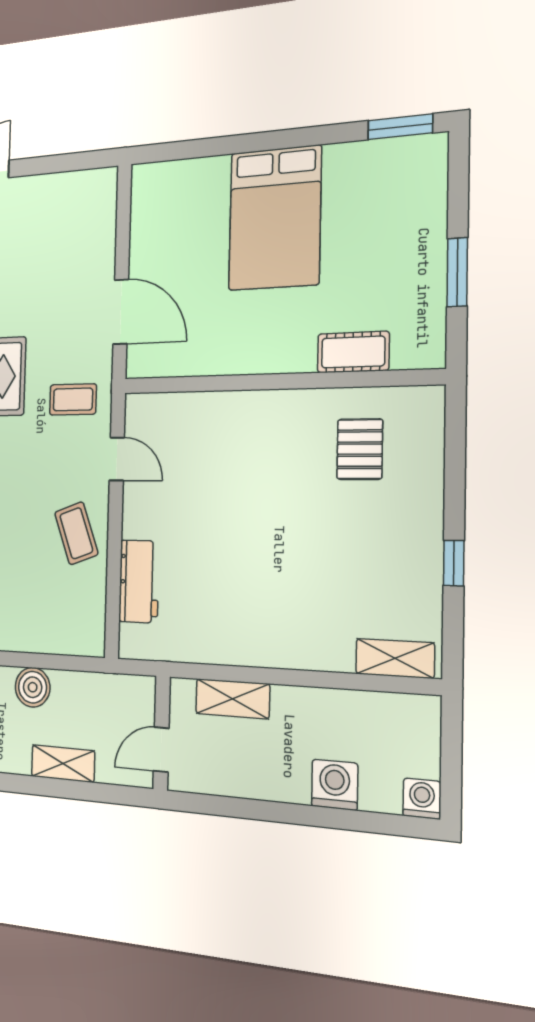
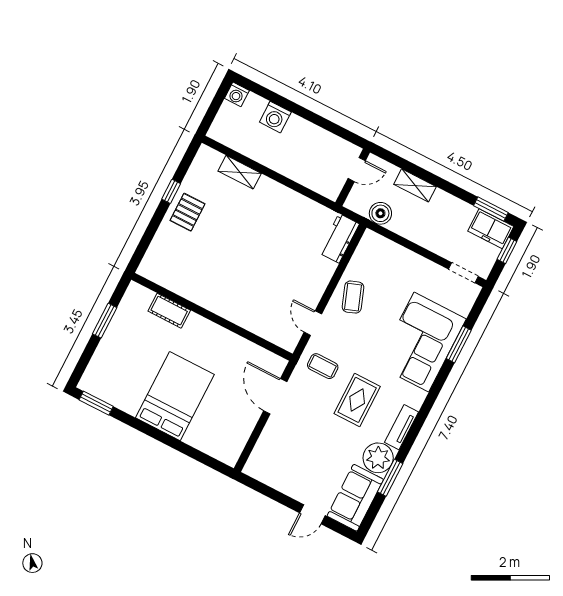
pallet: (360, 449) -> (187, 212), moved
workbench: (139, 581) -> (339, 238), moved
shelving: (395, 658) -> (240, 172), moved
boiler: (33, 687) -> (380, 213), moved
shelving: (233, 699) -> (307, 178), removed

